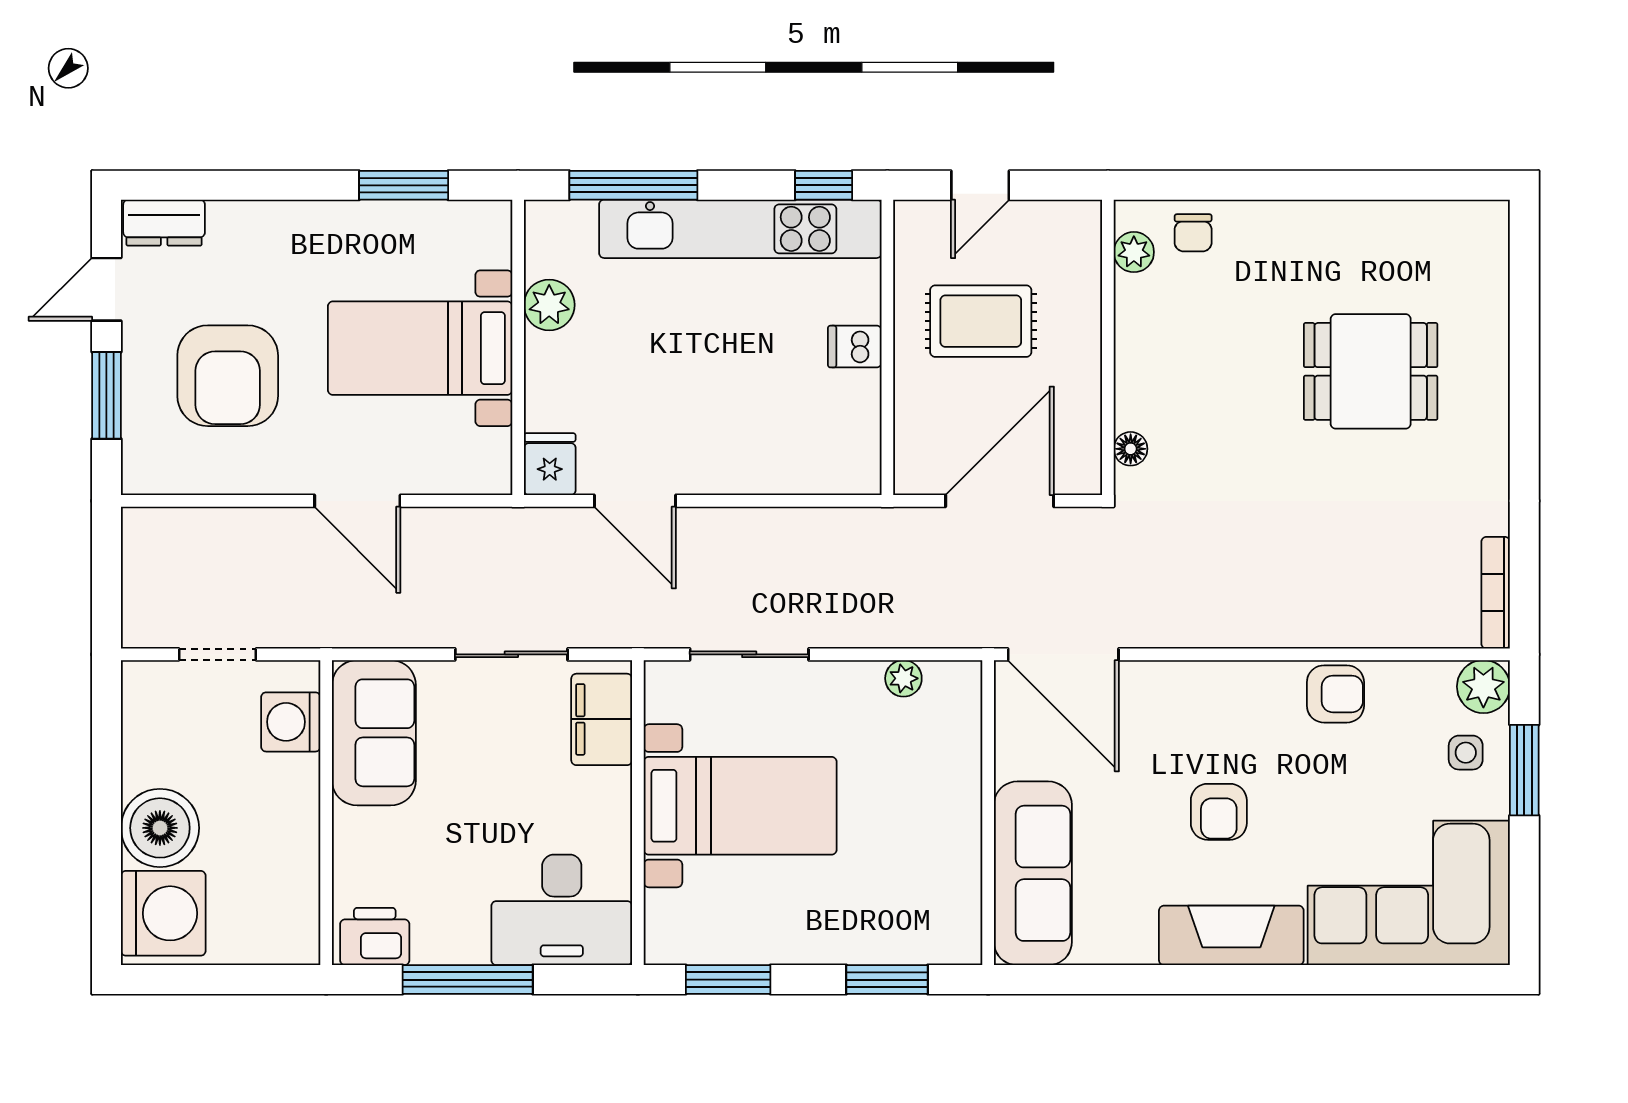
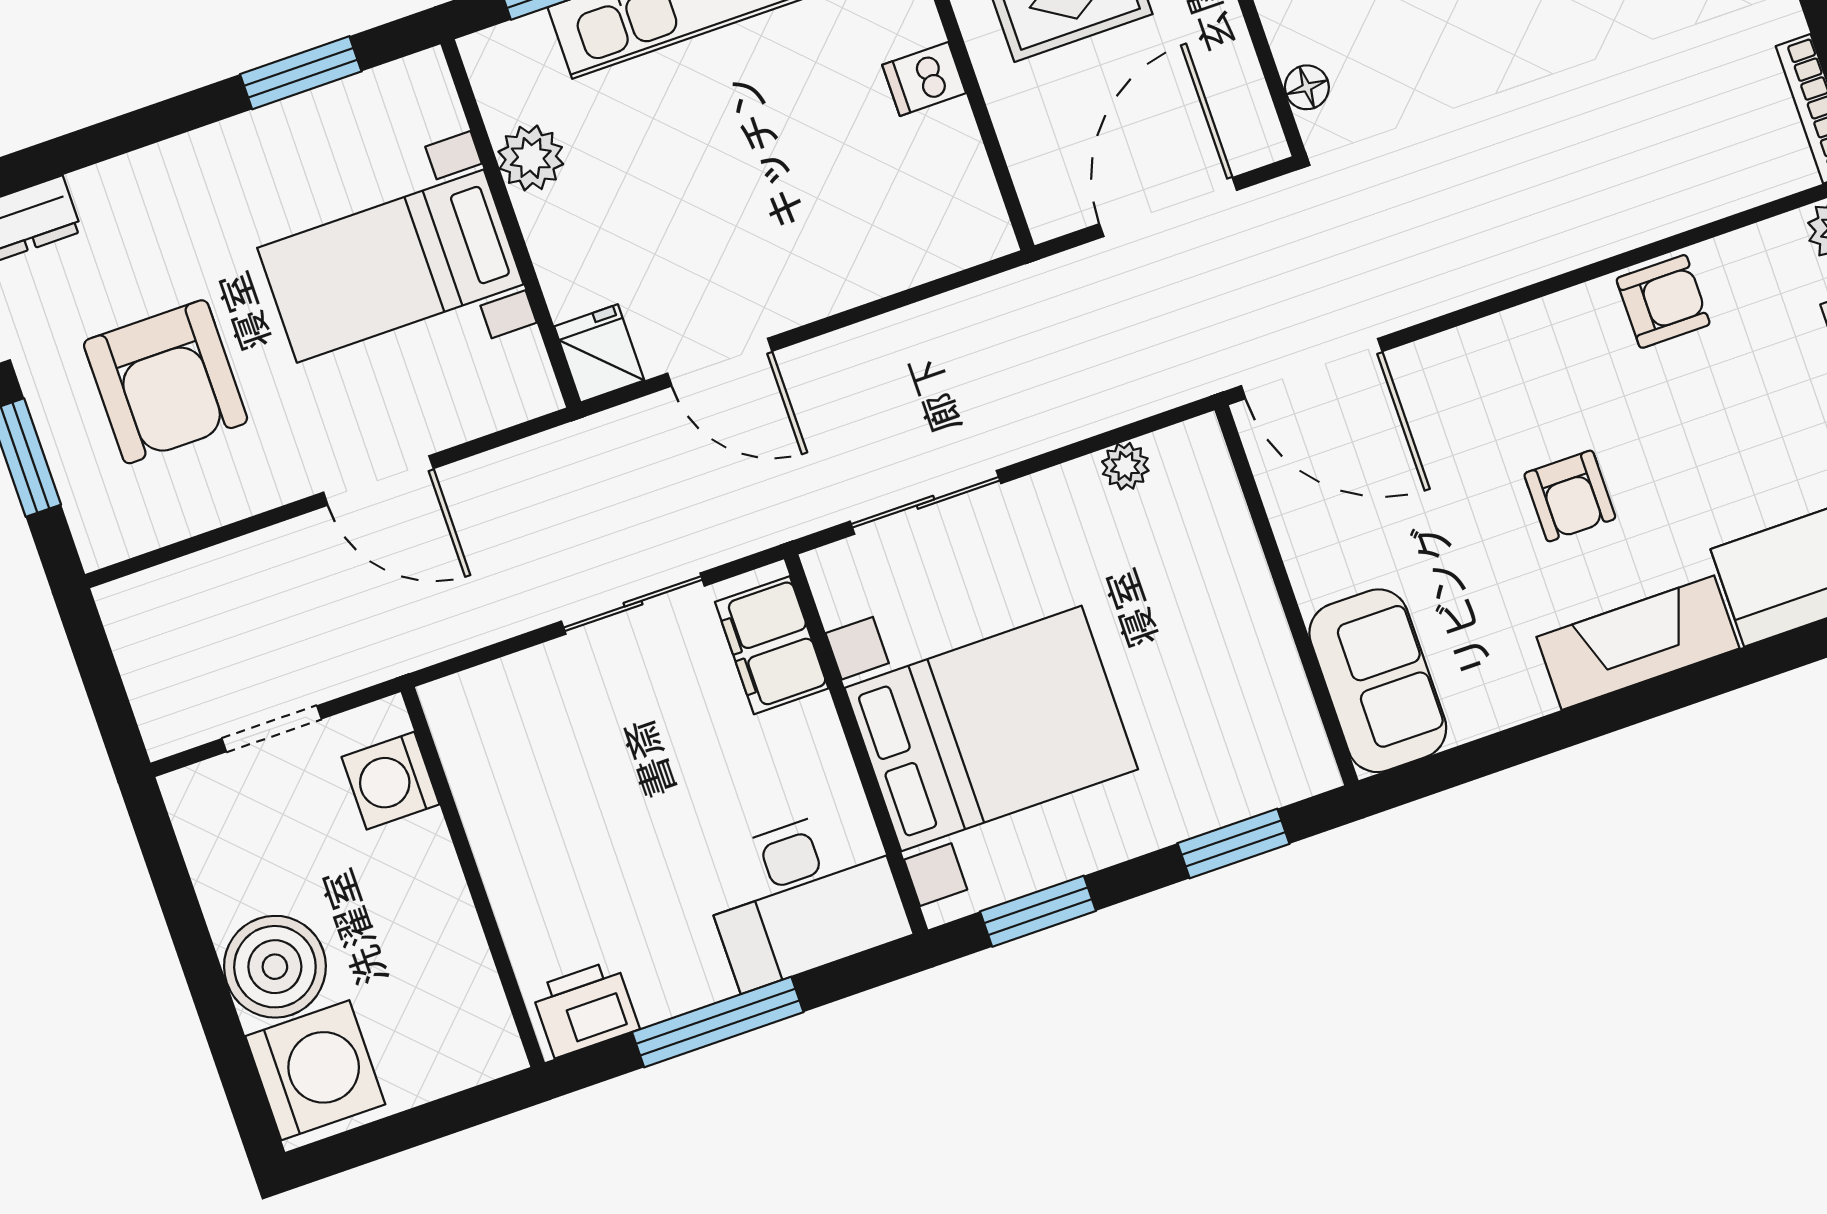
sofa: (374, 733) -> (497, 759), removed
bed with nightstands: (740, 806) -> (991, 729), width x1.36
sofa: (1033, 873) -> (1378, 681), width x0.73

